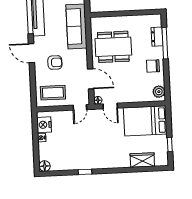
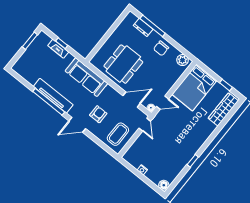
nightstand: (44, 125) -> (135, 160), removed
wardrobe: (142, 160) -> (223, 109), width x1.50

